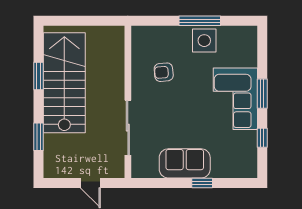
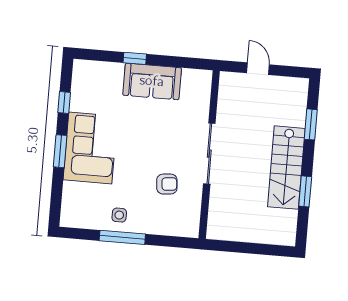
side table: (204, 41) -> (119, 215), width x0.54, depth x0.54
stairs: (64, 83) -> (286, 168), width x0.73, depth x0.66
sliding door: (128, 128) -> (209, 154), moved

